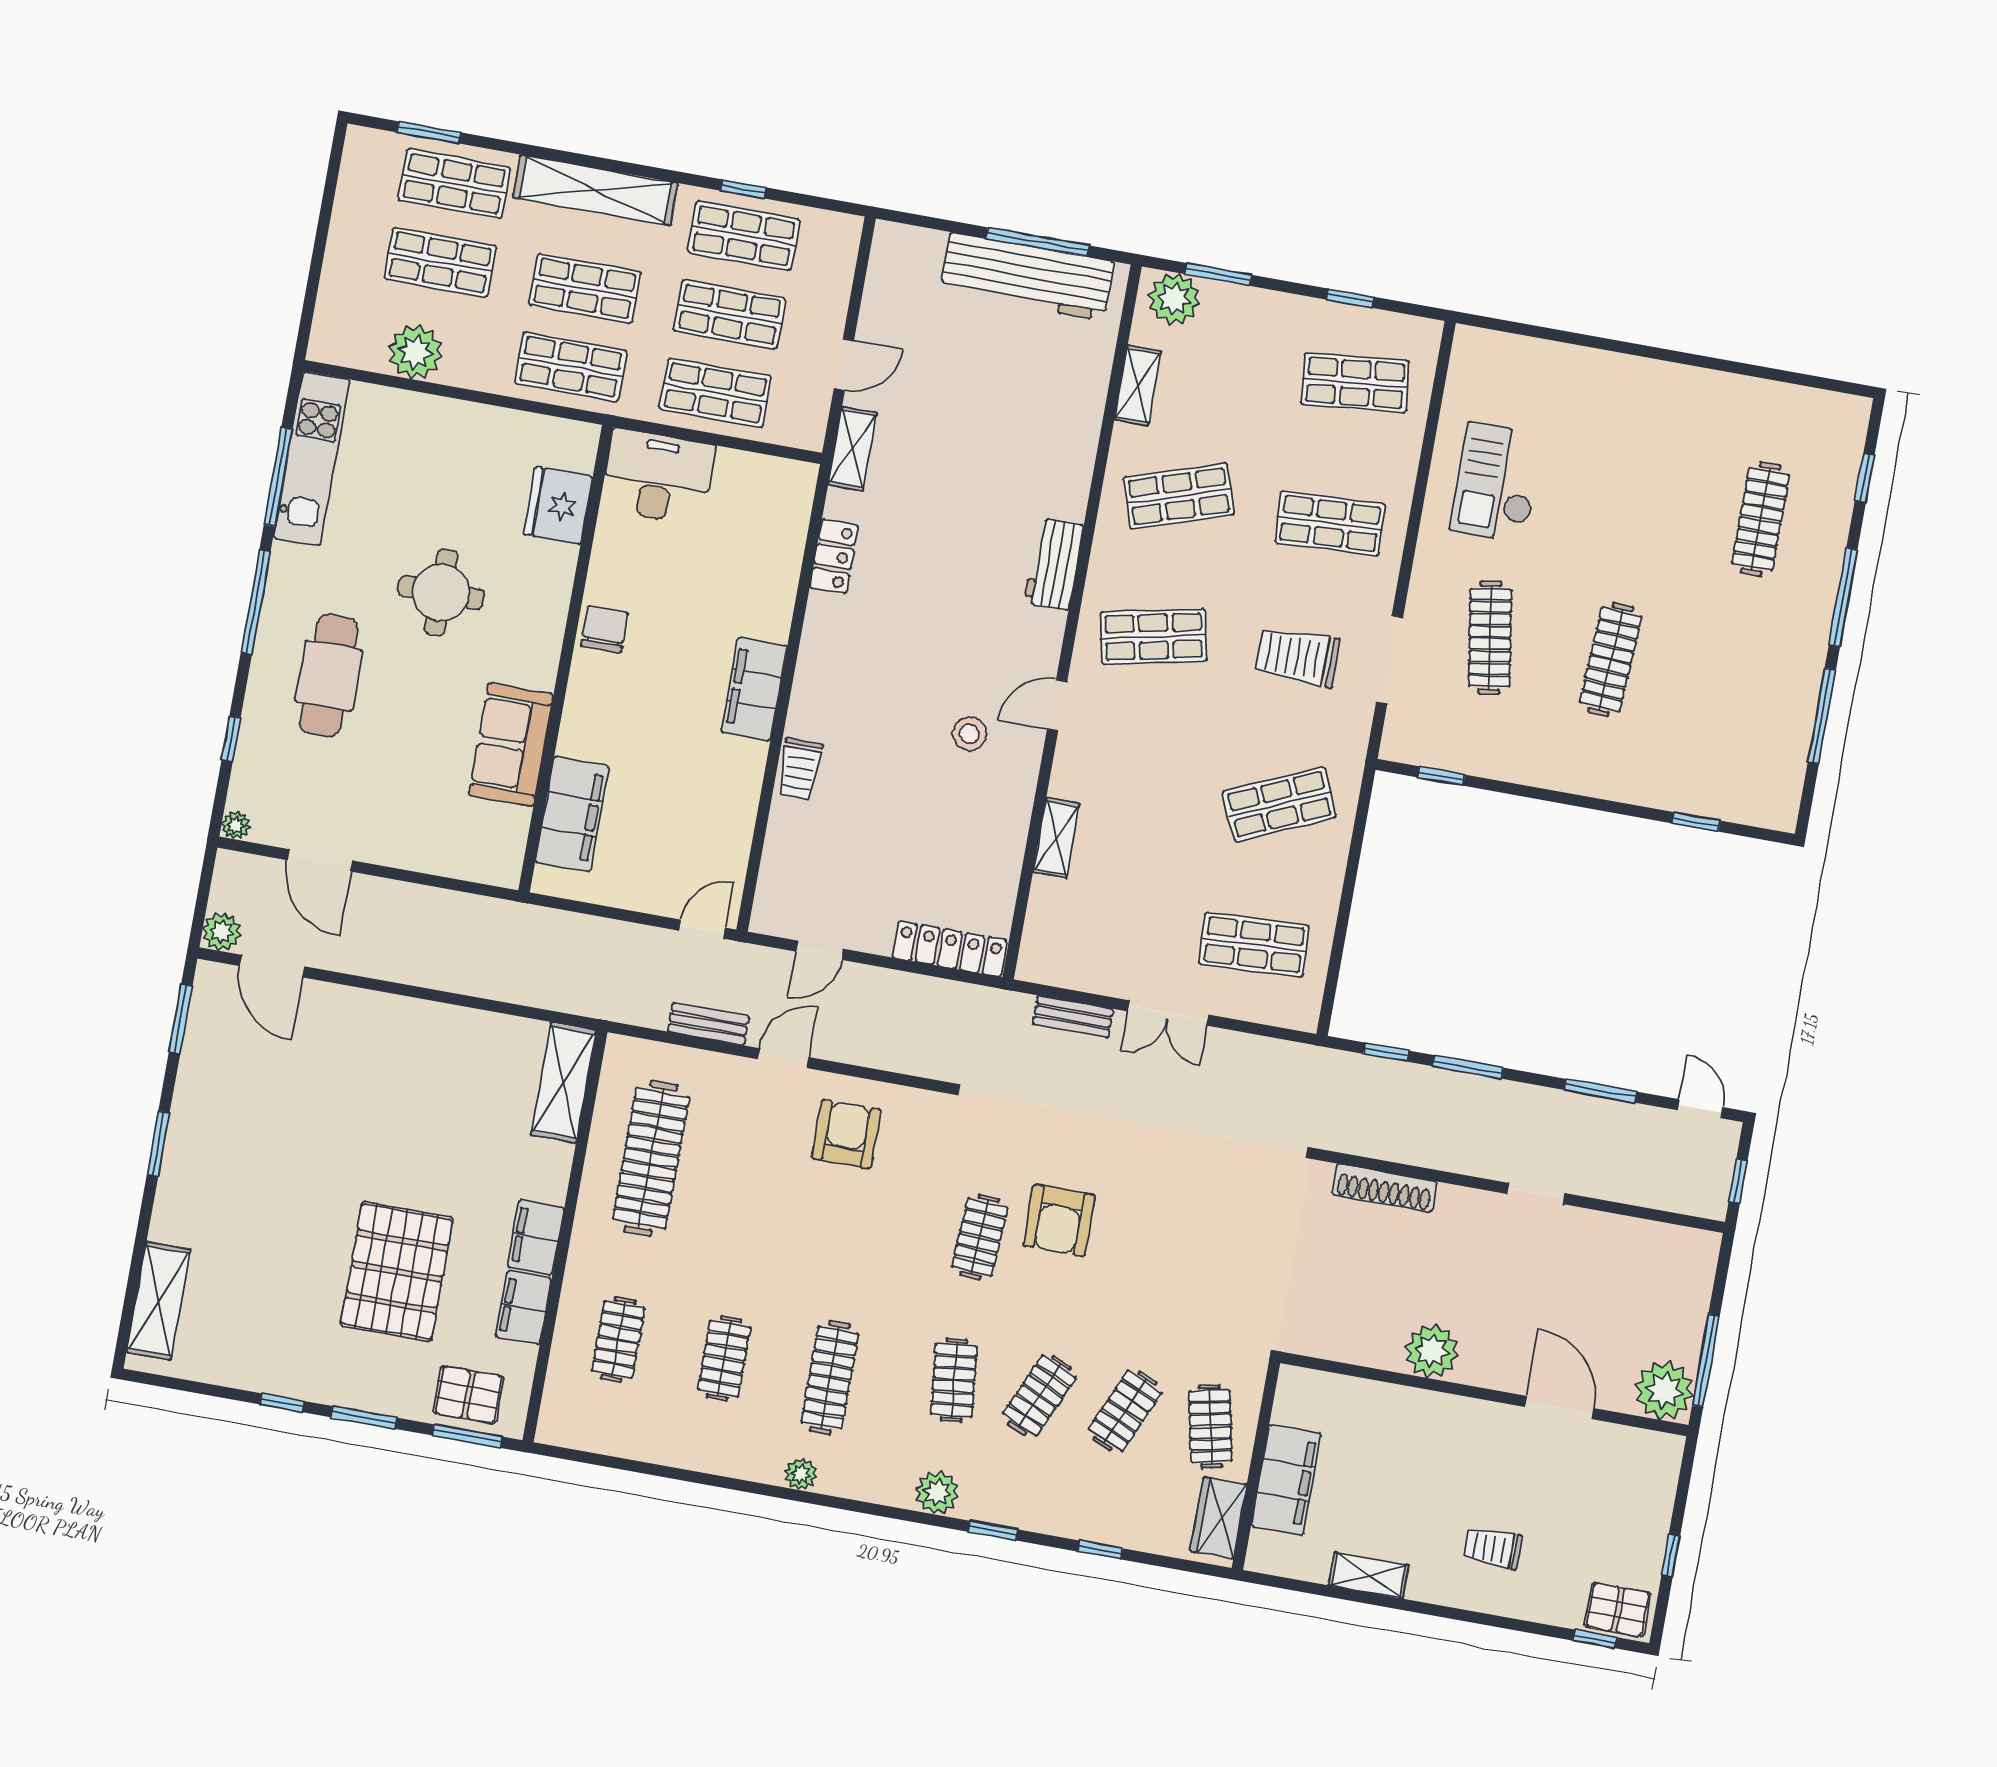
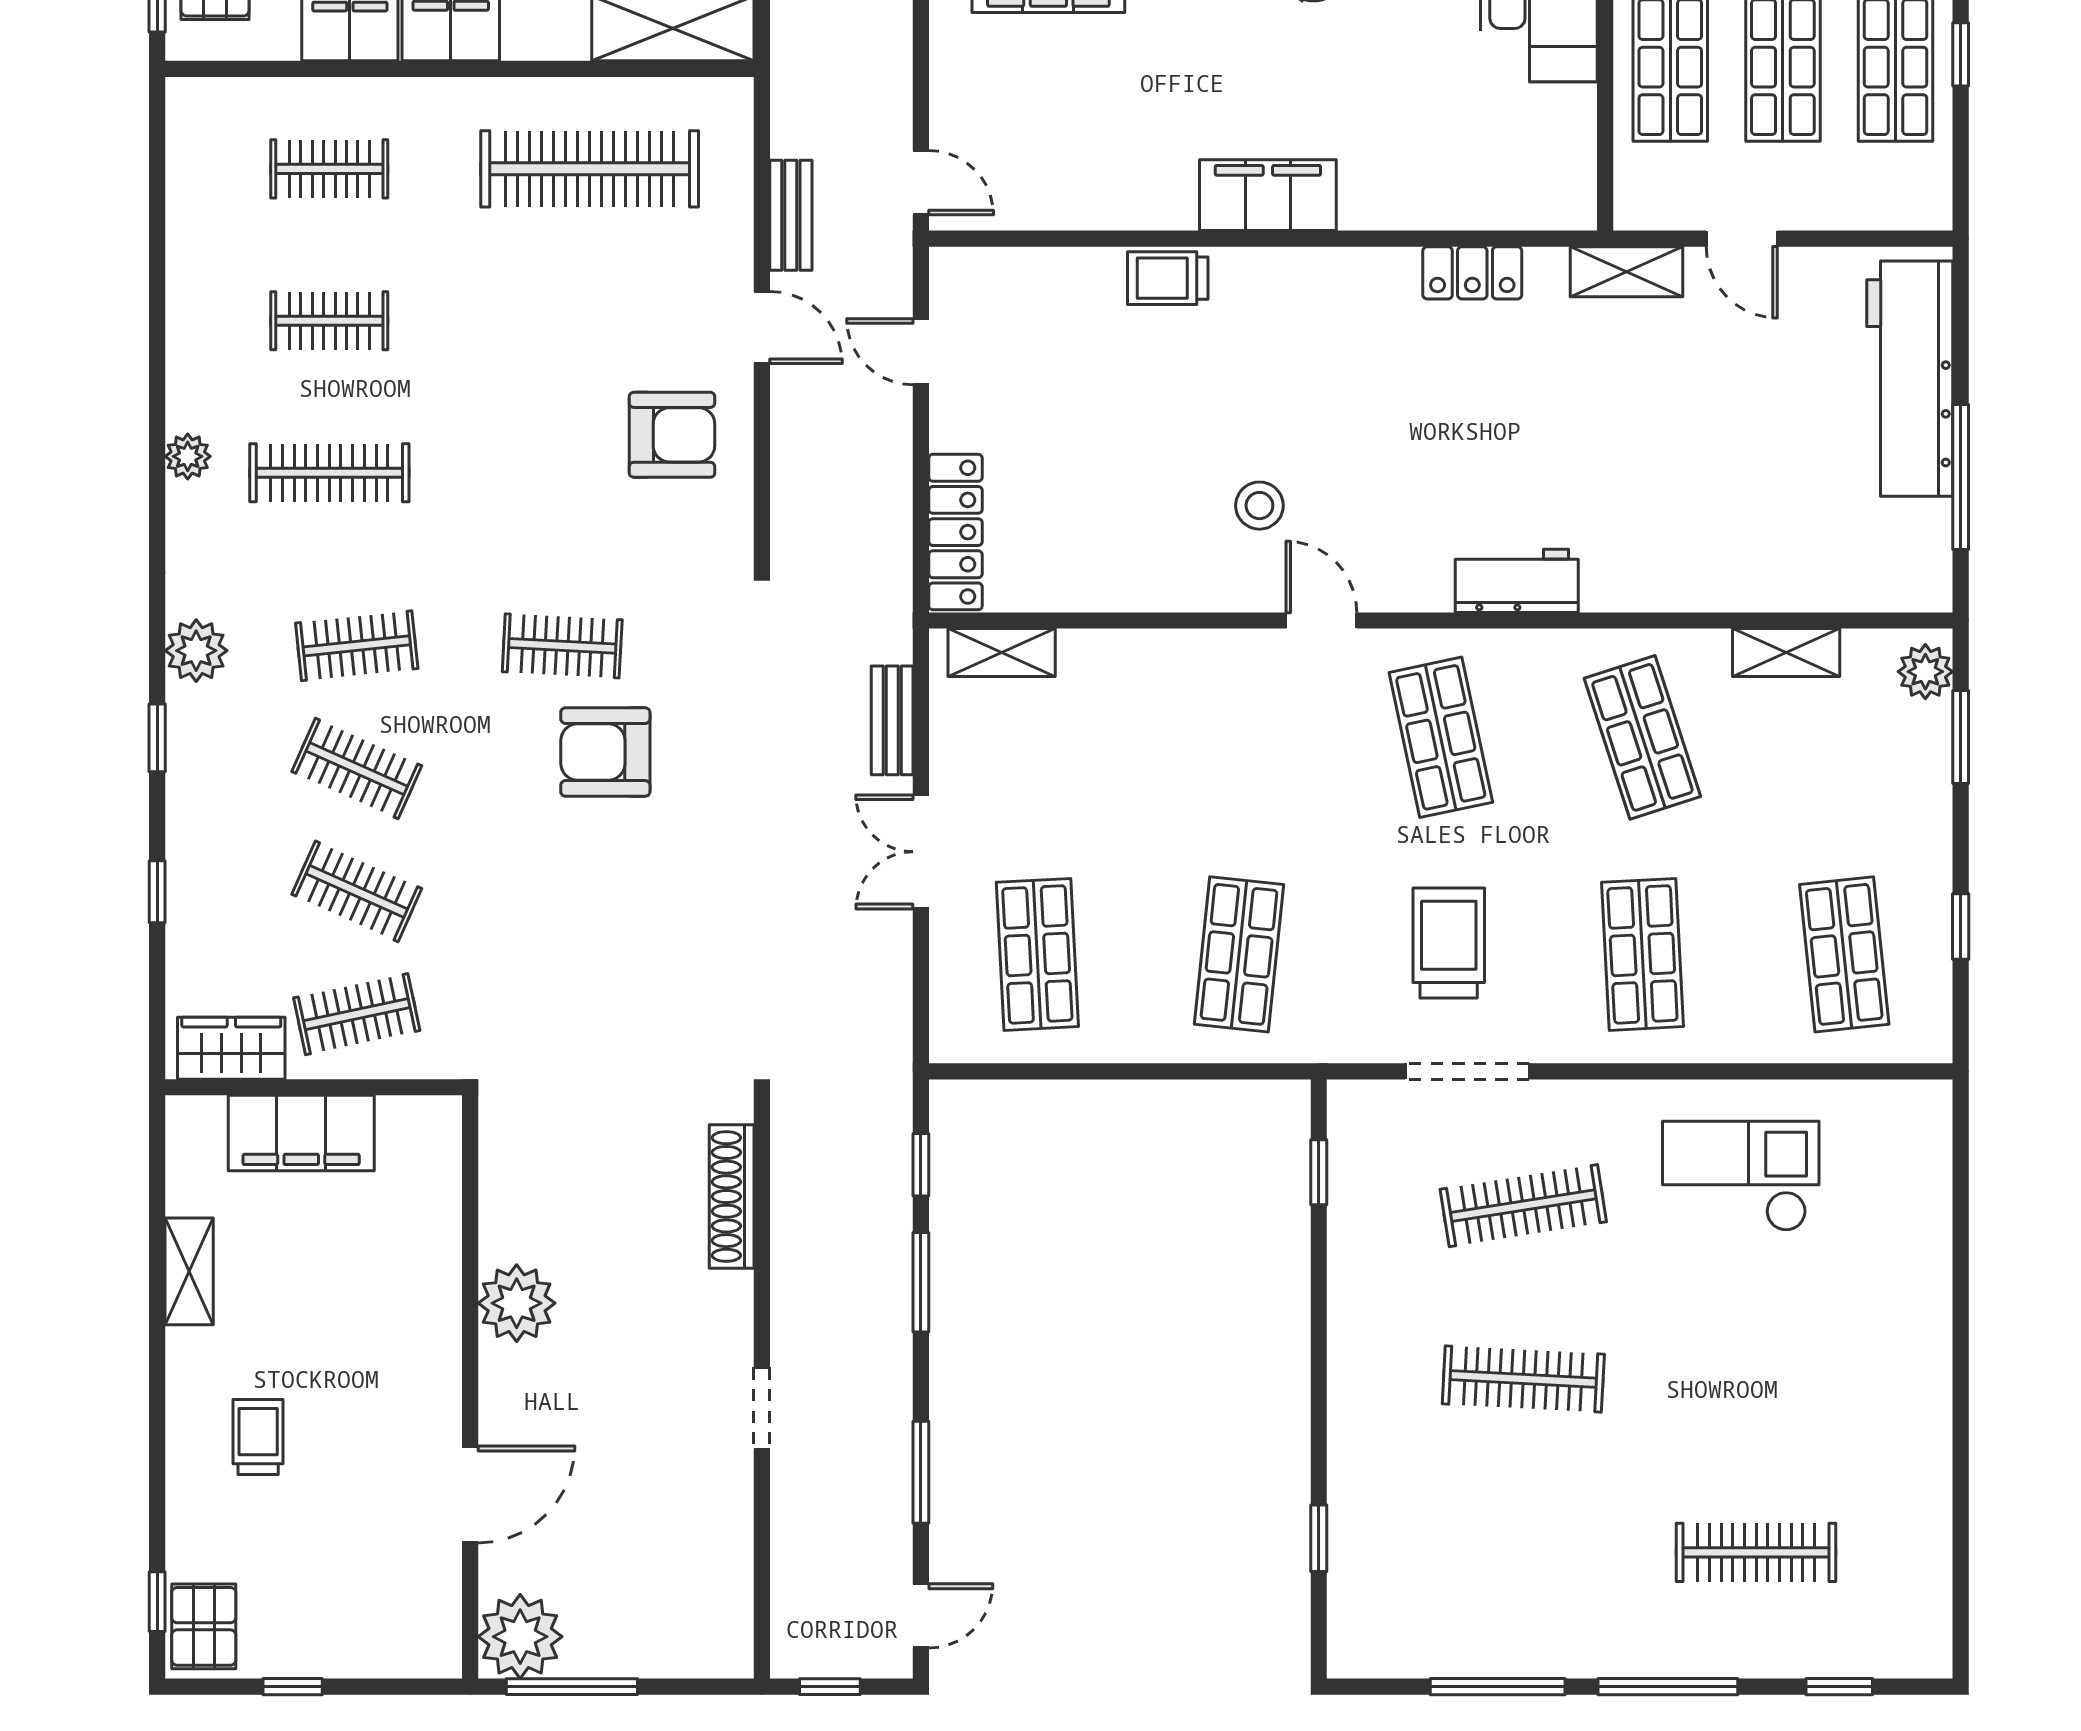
workbench: (1027, 277) -> (1910, 379), moved
plant: (1174, 299) -> (1925, 672), width x0.73, depth x0.73
shop shelf: (1279, 804) -> (1239, 954), turned 30
shelving: (1056, 838) -> (1002, 652), moved

